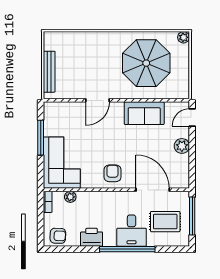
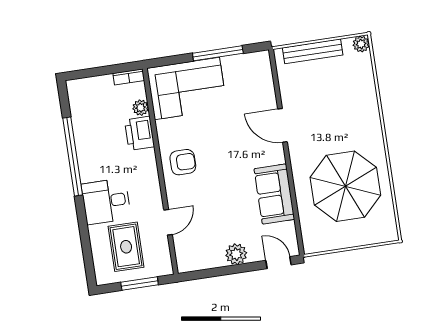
plant: (184, 37) -> (361, 44), moved
door: (153, 190) -> (168, 222), width x0.53
window: (192, 216) -> (140, 284), width x0.69
armchair: (58, 236) -> (83, 99), removed
printer: (92, 237) -> (140, 133), moved, turned 180
window: (127, 249) -> (73, 156), moved

